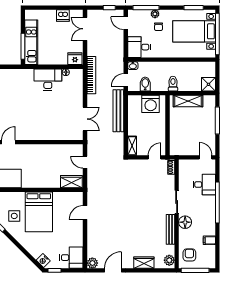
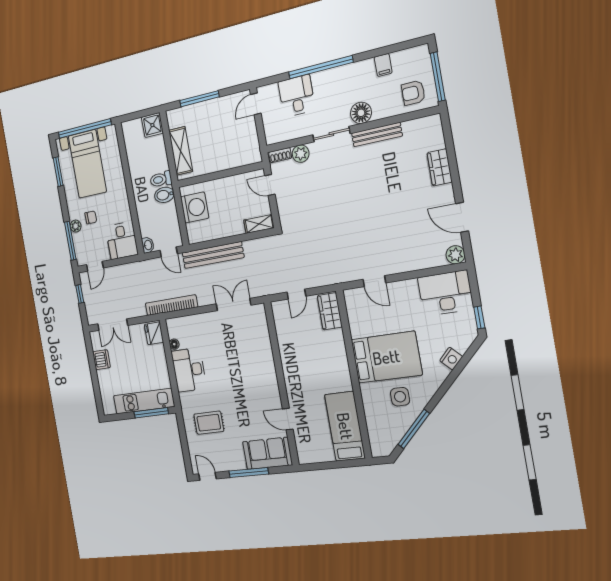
bidet: (145, 84) -> (164, 195), moved
rug: (12, 87) -> (209, 423), added
desk: (71, 258) -> (446, 293), width x1.37
nightstand: (43, 260) -> (451, 359), moved
plant: (169, 260) -> (301, 154), moved

